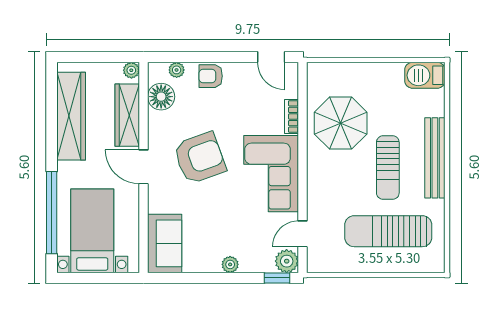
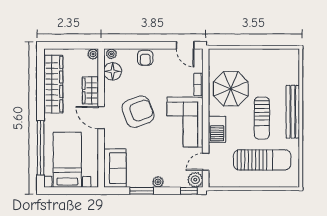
plant: (177, 70) -> (111, 54), moved
barbecue: (425, 75) -> (217, 129), moved, turned -90
armchair: (211, 76) -> (145, 58), turned -90
wardrobe: (127, 115) -> (90, 90), width x0.67
sun lounger: (388, 231) -> (262, 160), turned 180
window: (205, 278) -> (142, 191), added

